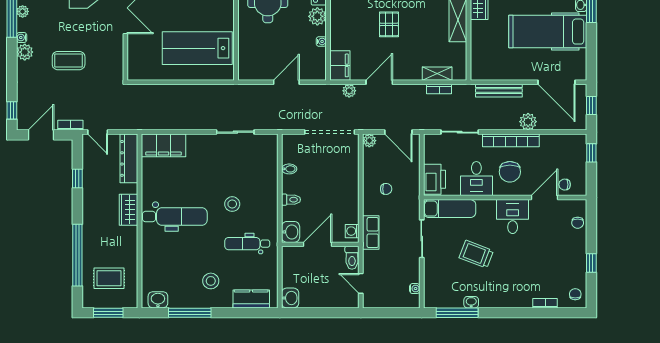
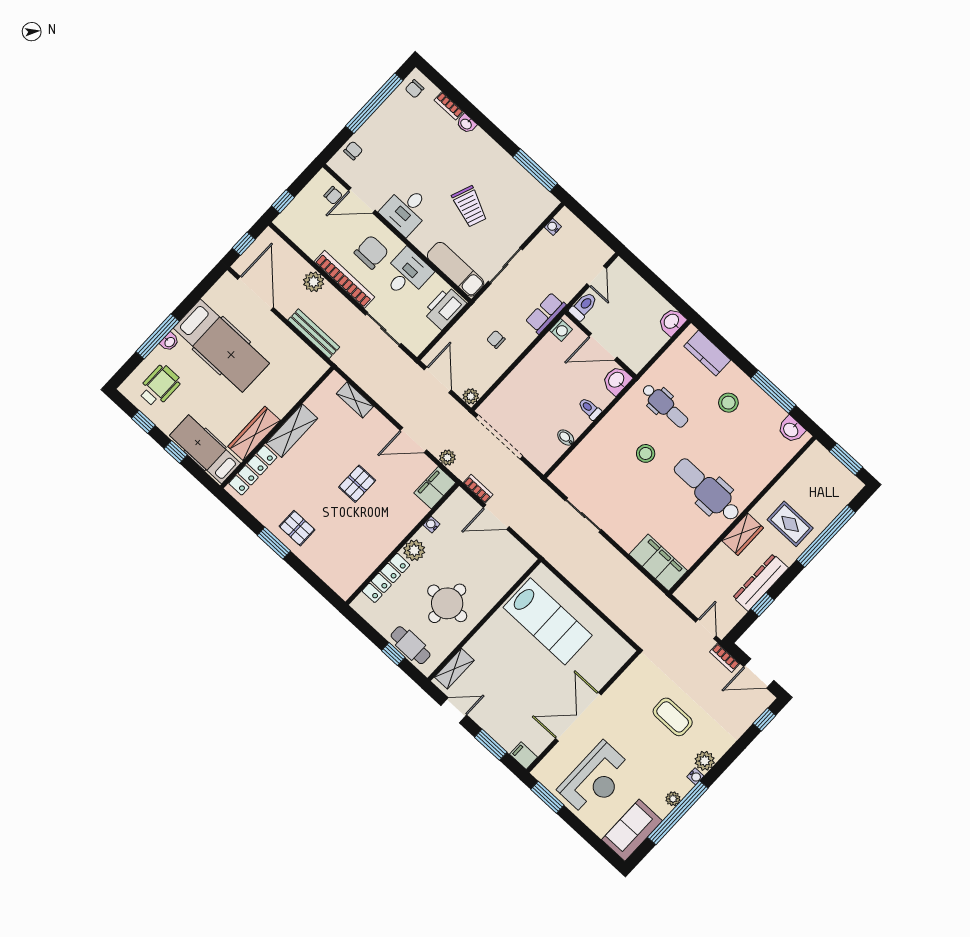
bookcase: (439, 89) -> (478, 489), moved
dresser: (129, 158) -> (761, 583), moved, turned 180
window: (591, 263) -> (374, 103), width x3.17
rug: (109, 278) -> (790, 524), moved
washbasin: (471, 302) -> (466, 124), moved

